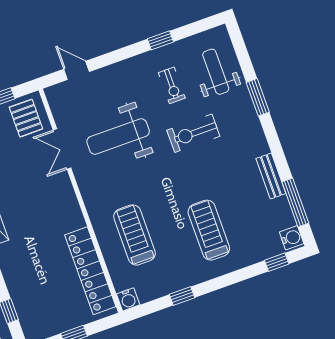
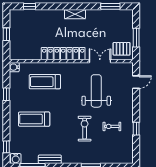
weight bench: (216, 72) -> (111, 150), removed
treadmill: (209, 230) -> (34, 119), turned 180
treadmill: (135, 235) -> (45, 82), turned 180
locker: (90, 271) -> (63, 54), moved

